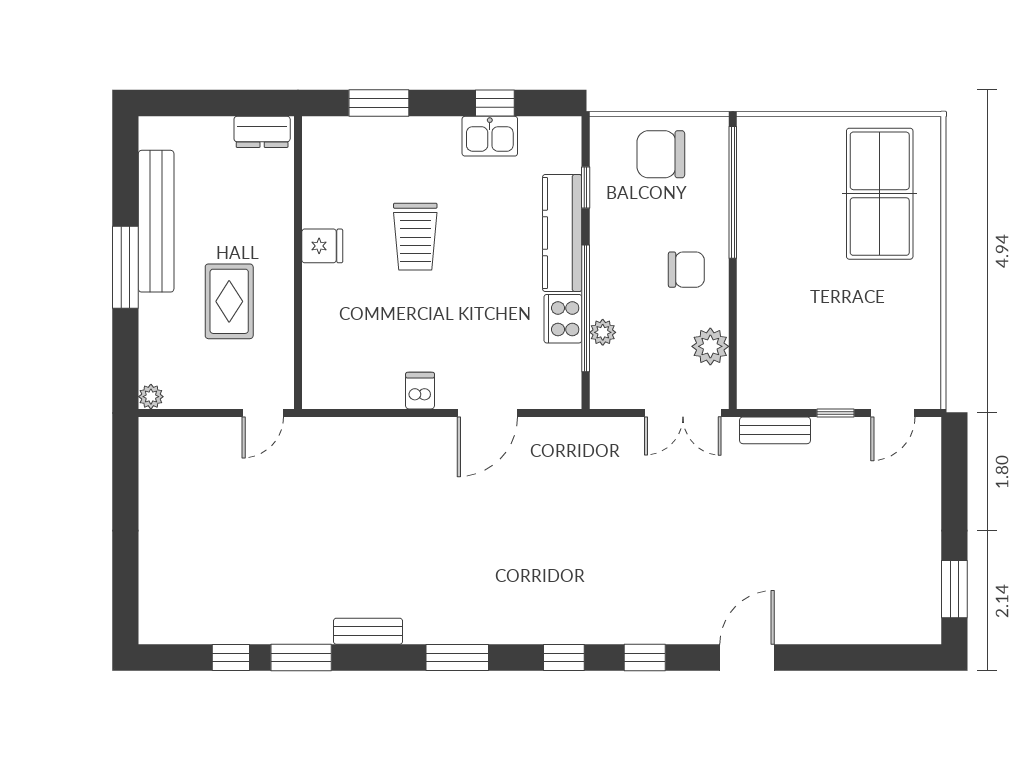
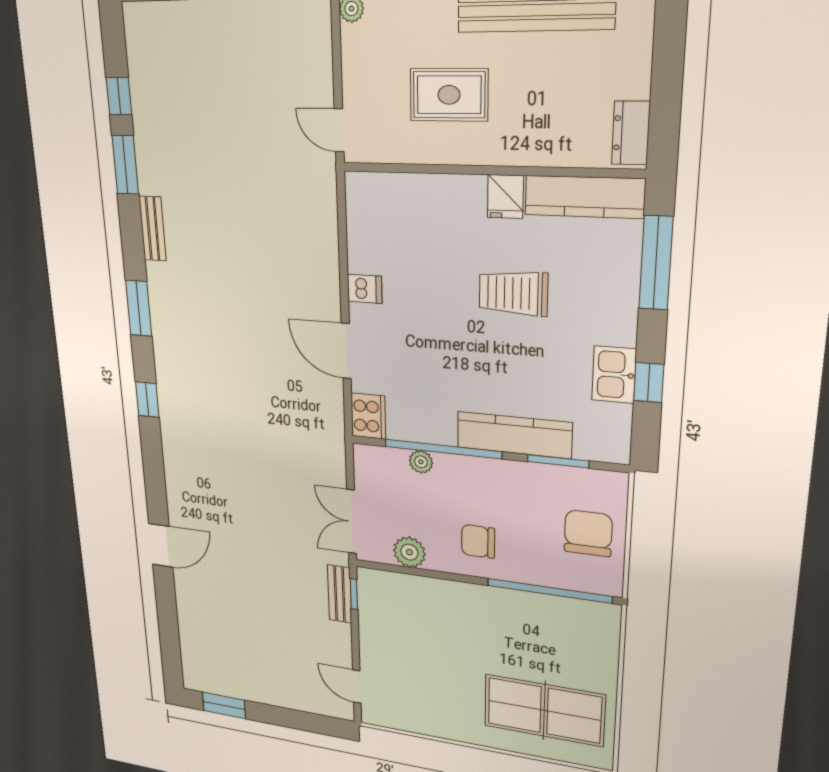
window: (379, 103) -> (656, 263), width x1.44
kitchen counter: (320, 171) -> (584, 197), added
window: (586, 187) -> (558, 461), width x1.50
chair: (686, 270) -> (478, 541), turned 90
cooker: (563, 319) -> (368, 416), moved, turned 90
window: (836, 413) -> (354, 594), moved
window: (645, 657) -> (153, 466), removed
door: (747, 657) -> (161, 545), hinge flipped

